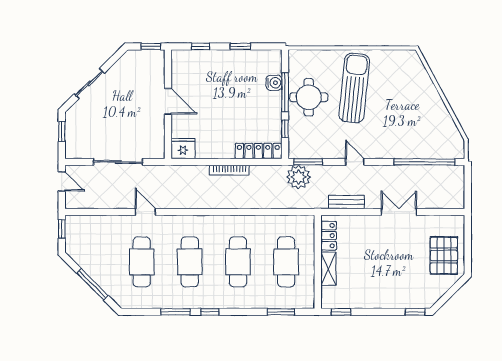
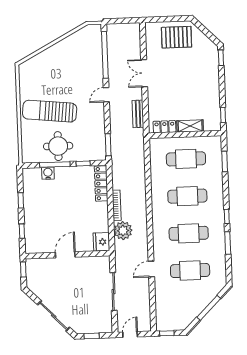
sliding door: (89, 83) -> (54, 316), width x1.37
door: (355, 162) -> (106, 95), moved
plant: (299, 177) -> (123, 231), moved

